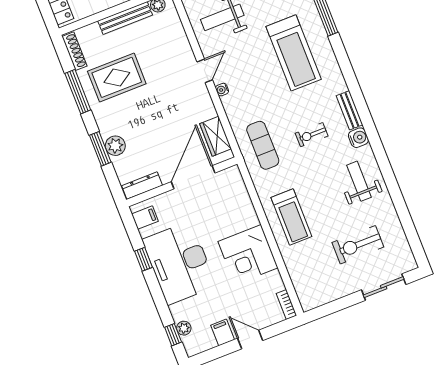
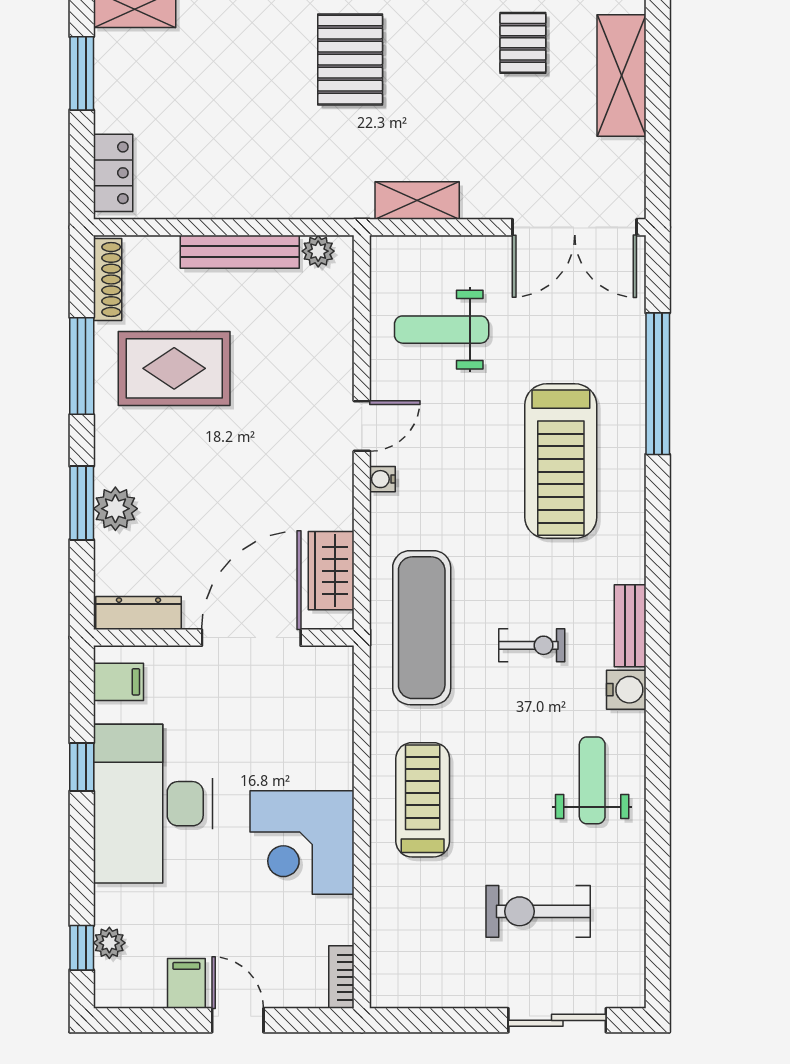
exercise bike: (312, 135) -> (532, 645), turned 180
exercise mat: (263, 145) -> (422, 628), width x1.36, depth x1.45
treadmill: (291, 217) -> (423, 800), turned 180

